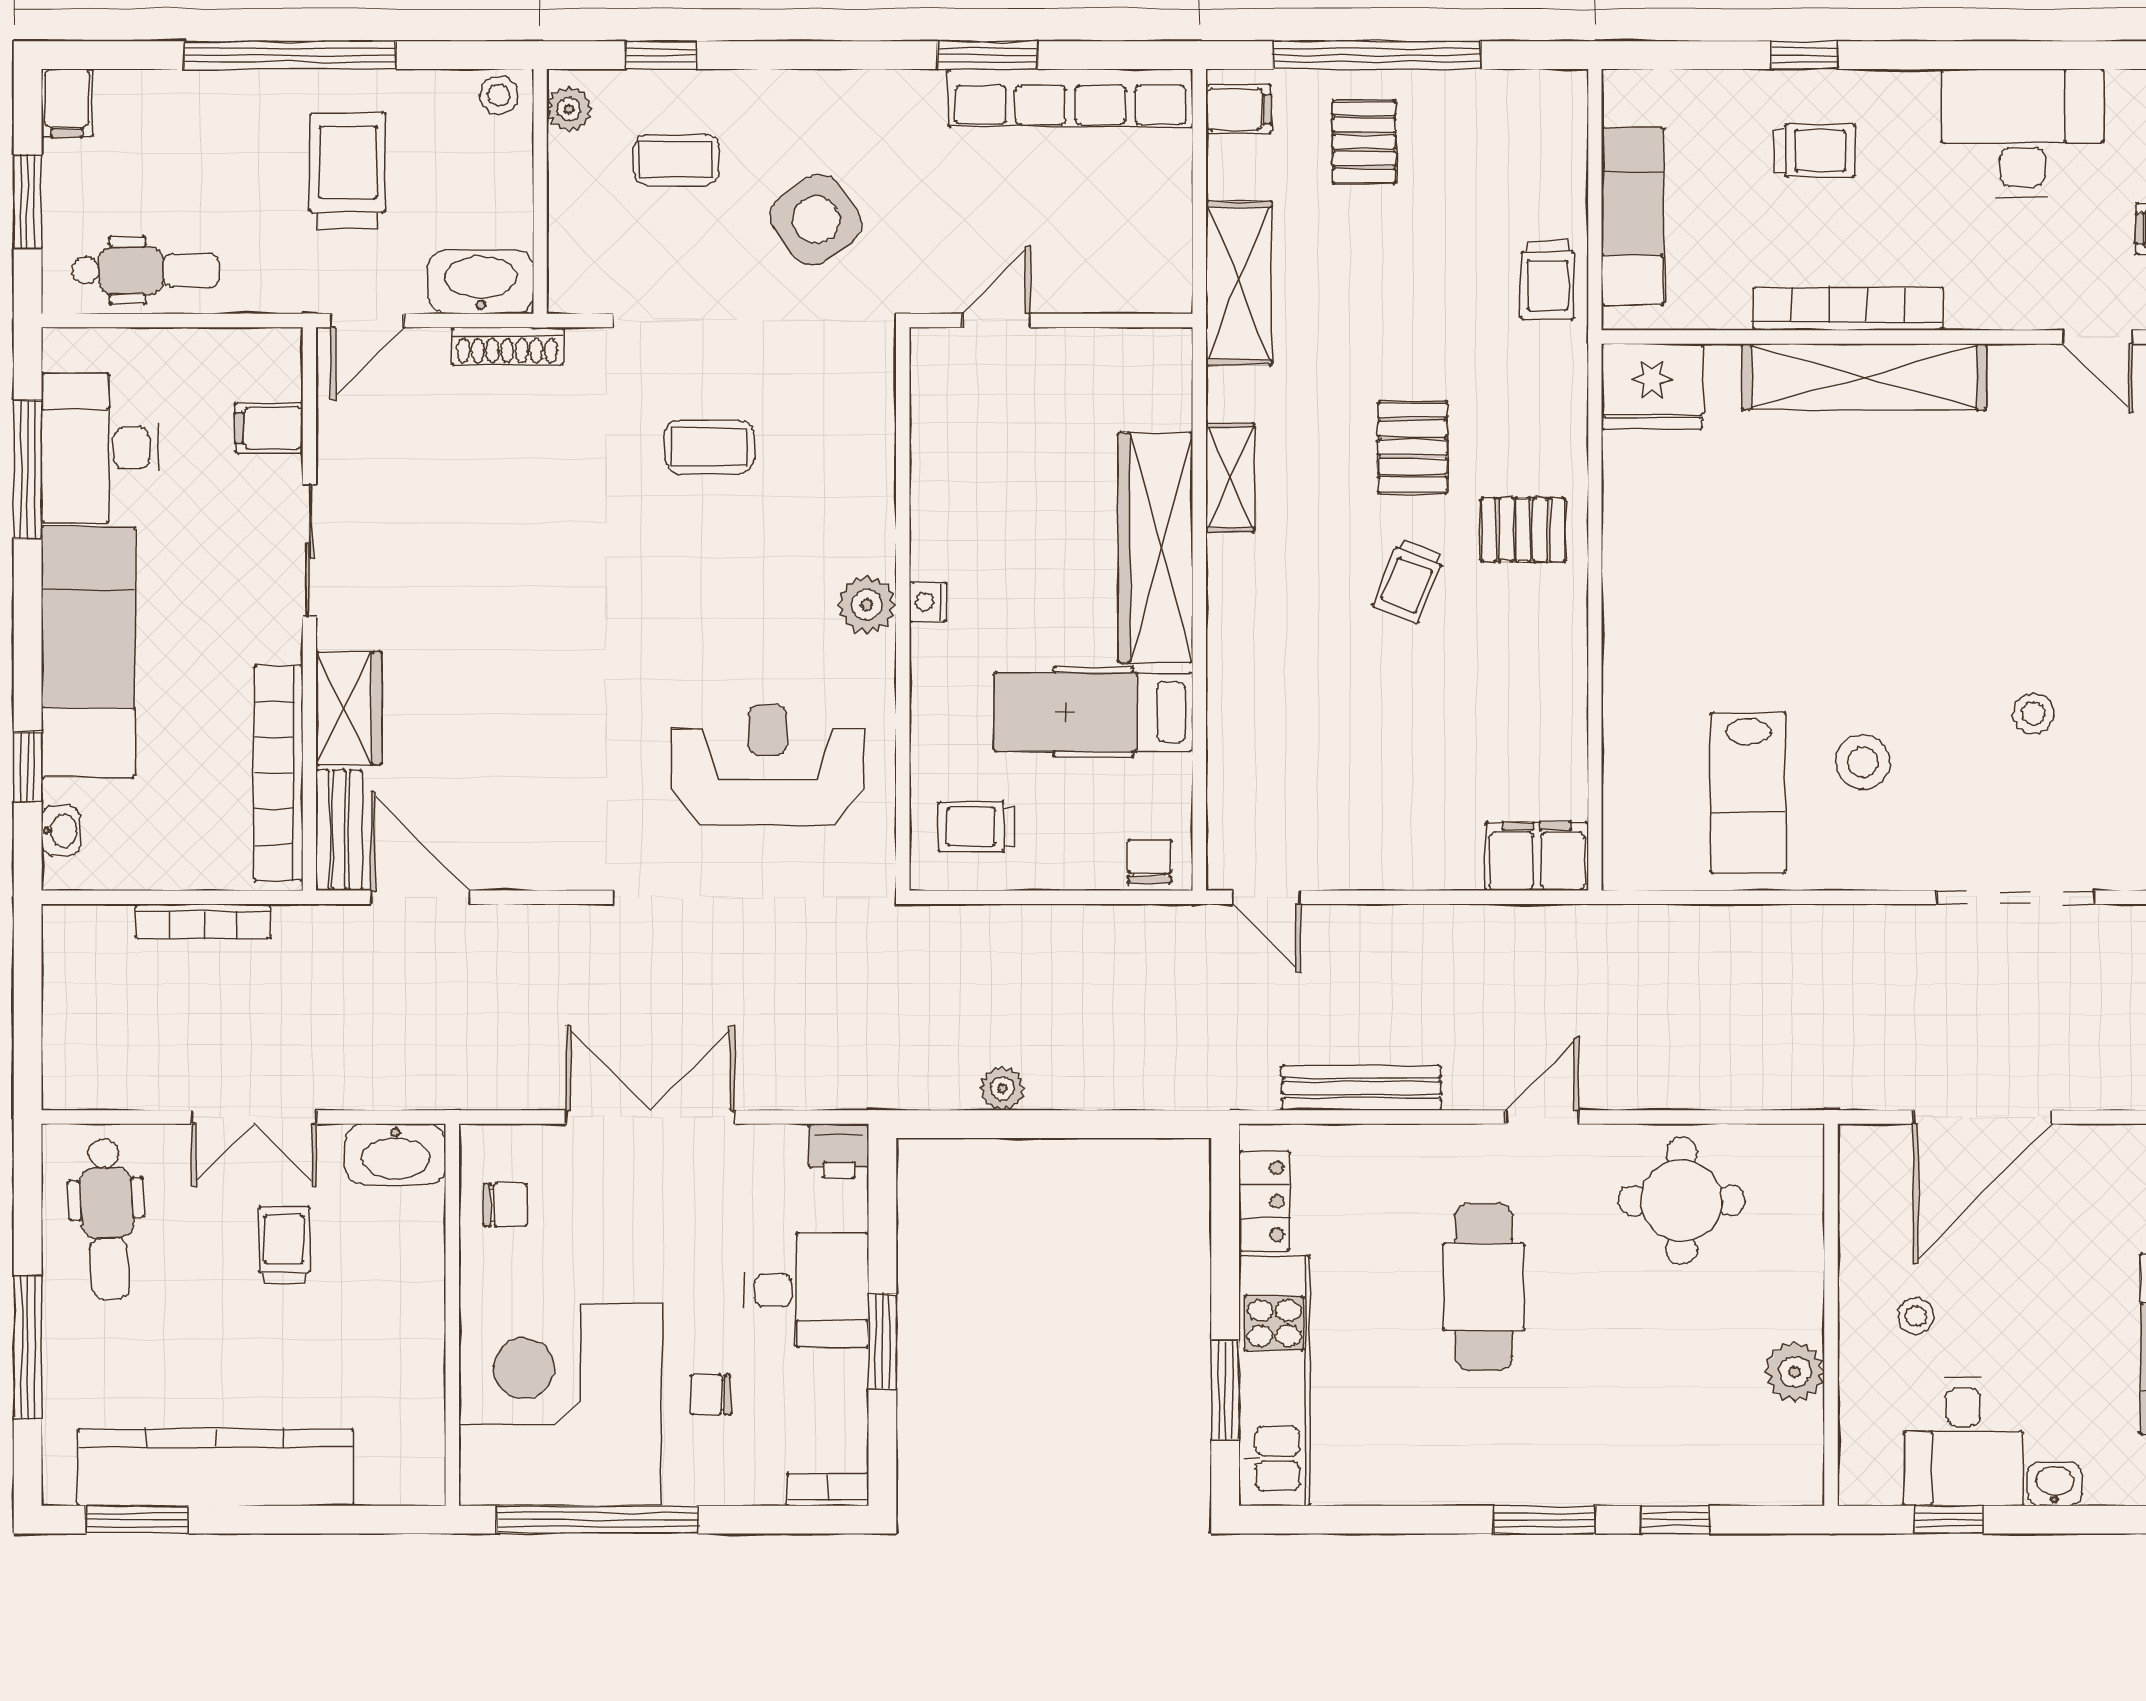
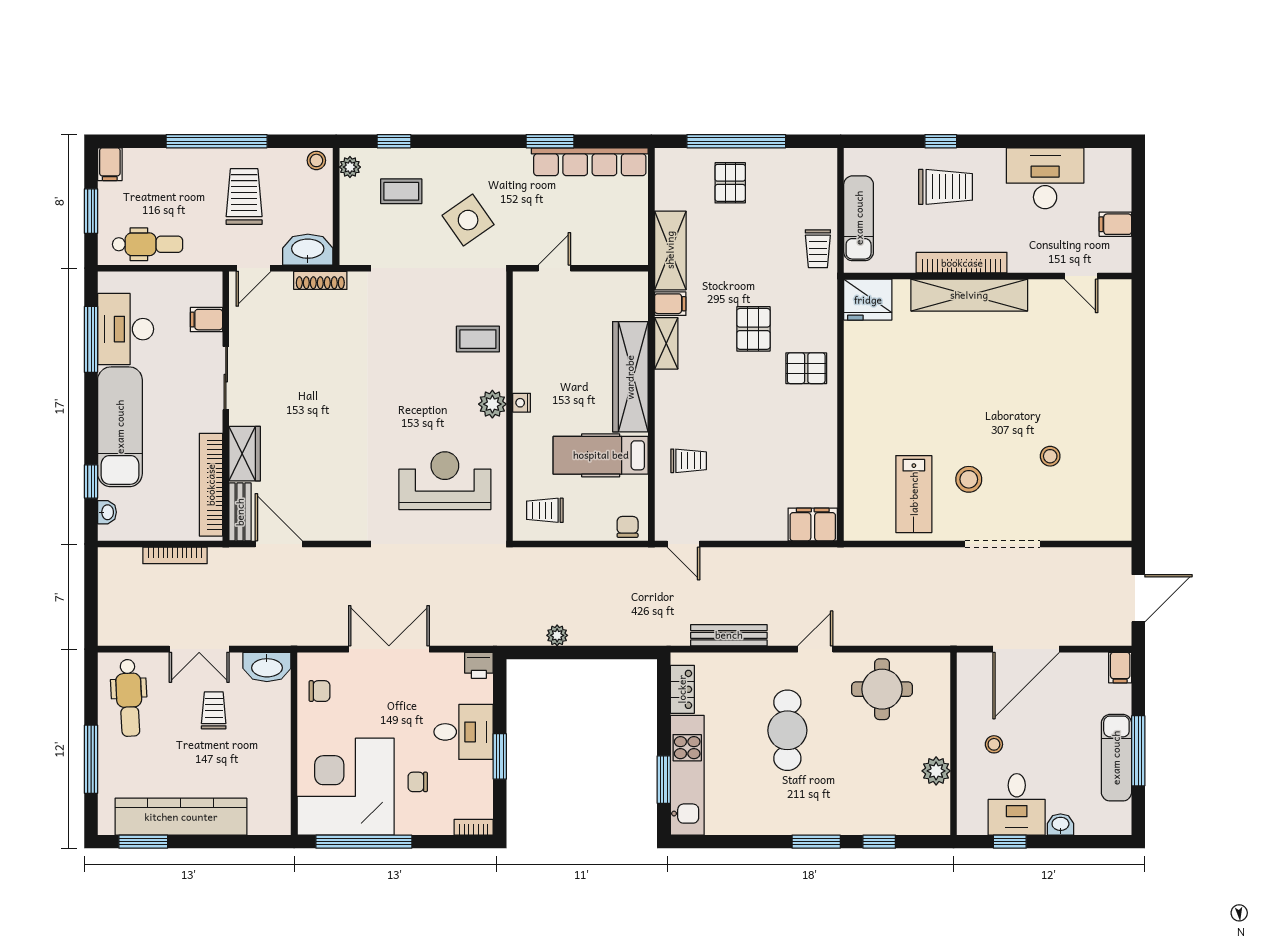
filing cabinet: (1239, 109) -> (670, 304), moved
trolley: (1814, 151) -> (945, 187), width x1.36, depth x1.39
coffee table: (709, 447) -> (478, 339), moved
trolley: (1409, 581) -> (689, 461), moved, turned -112
doorway: (2015, 897) -> (1003, 544), moved

